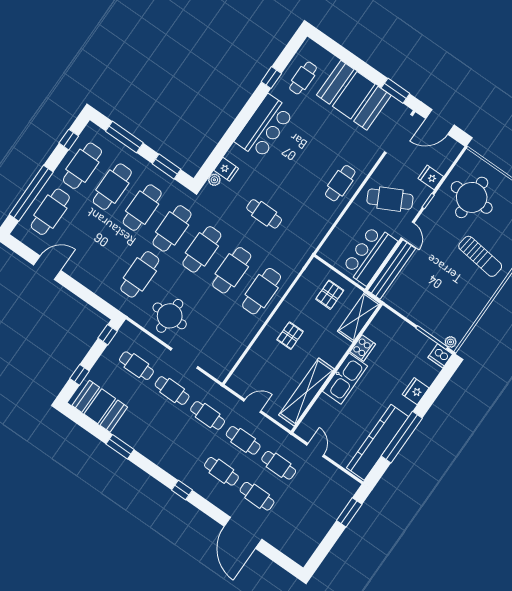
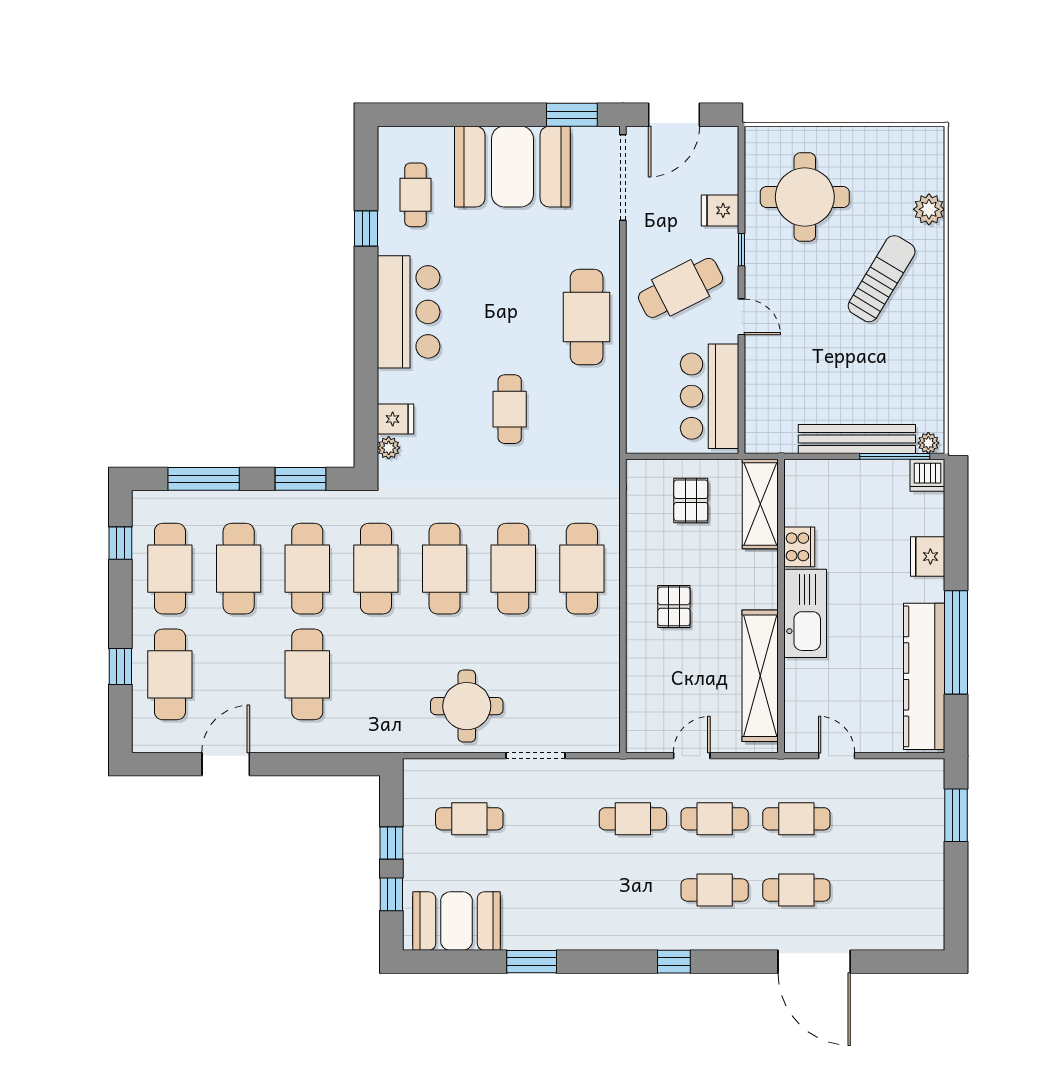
cafe table: (340, 183) -> (587, 317), width x1.37, depth x1.35
window: (31, 193) -> (120, 666), width x0.32
cafe table: (264, 214) -> (510, 409), moved, turned 90
sun lounger: (480, 256) -> (882, 279), turned -66
bench: (391, 270) -> (857, 439), moved, turned 90
cafe table: (140, 274) -> (307, 674), moved
window: (108, 335) -> (391, 843), moved
cafe table: (172, 391) -> (551, 819), removed

